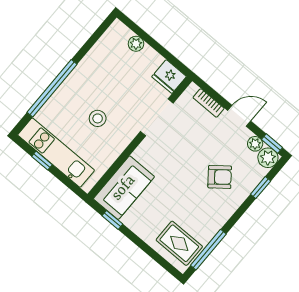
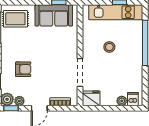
dishwasher: (121, 35) -> (133, 99), added
armchair: (220, 177) -> (23, 69), turned -142
sofa: (124, 188) -> (54, 15), moved, turned -90

